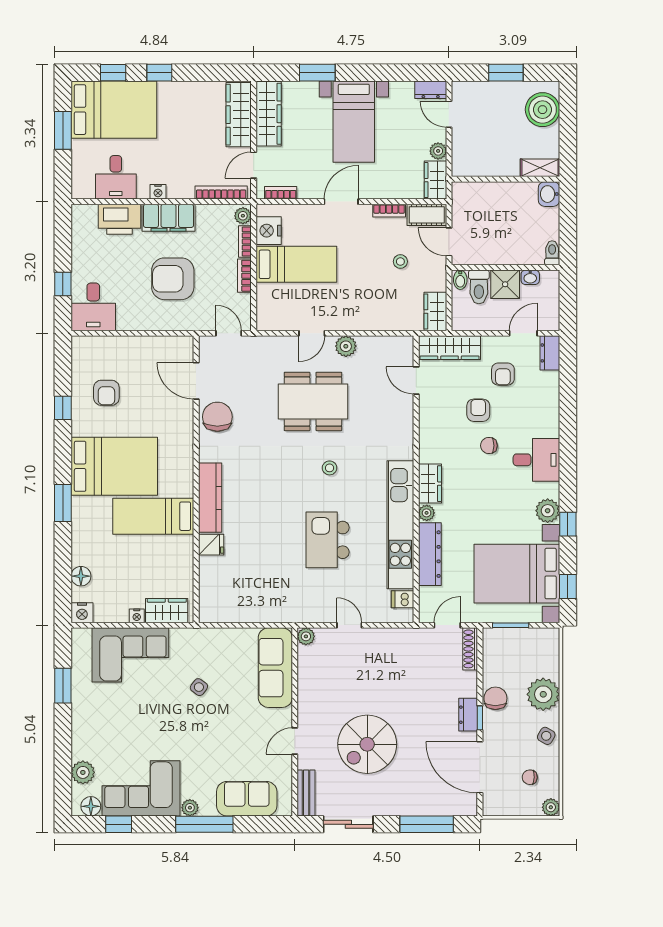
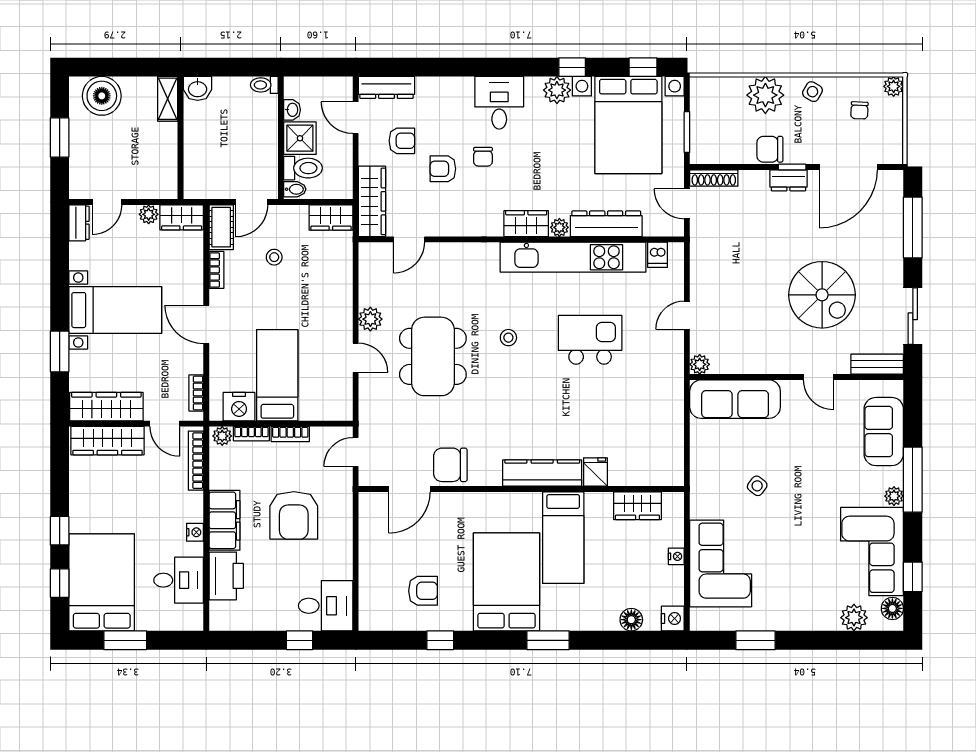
dresser: (550, 353) -> (386, 87), width x1.44
kitchen island: (328, 540) -> (590, 340), turned 180
wardrobe: (167, 611) -> (637, 506), moved, turned -90

